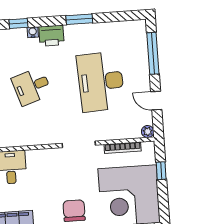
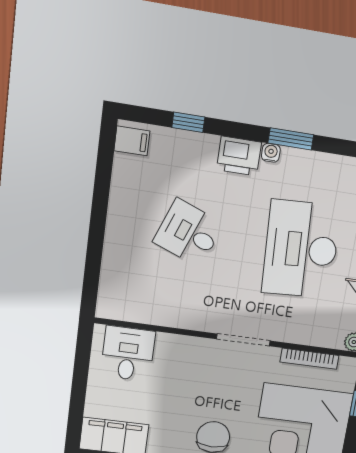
water cooler: (33, 32) -> (271, 153), moved
desk: (32, 86) -> (188, 233), turned 39

